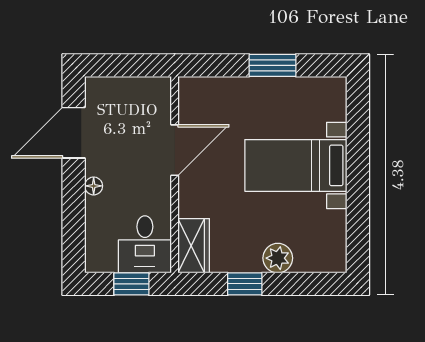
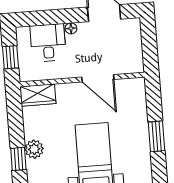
desk: (145, 244) -> (48, 43), moved, turned 90
window: (245, 284) -> (18, 159), moved

